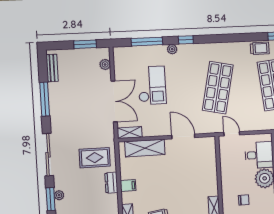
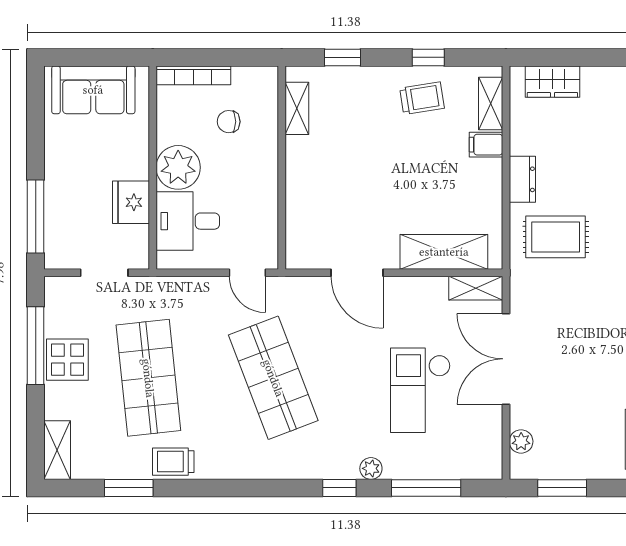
shop shelf: (218, 88) -> (273, 378), turned -33
filing cabinet: (128, 185) -> (486, 145), moved

